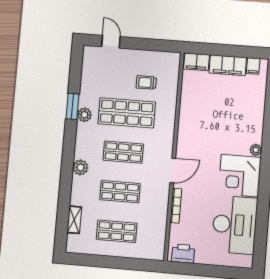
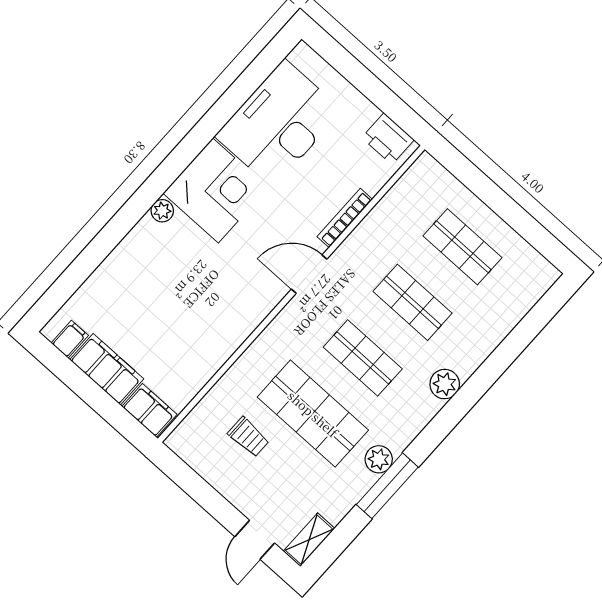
window: (72, 106) -> (387, 486), width x1.44
shelving: (74, 220) -> (309, 540), moved

